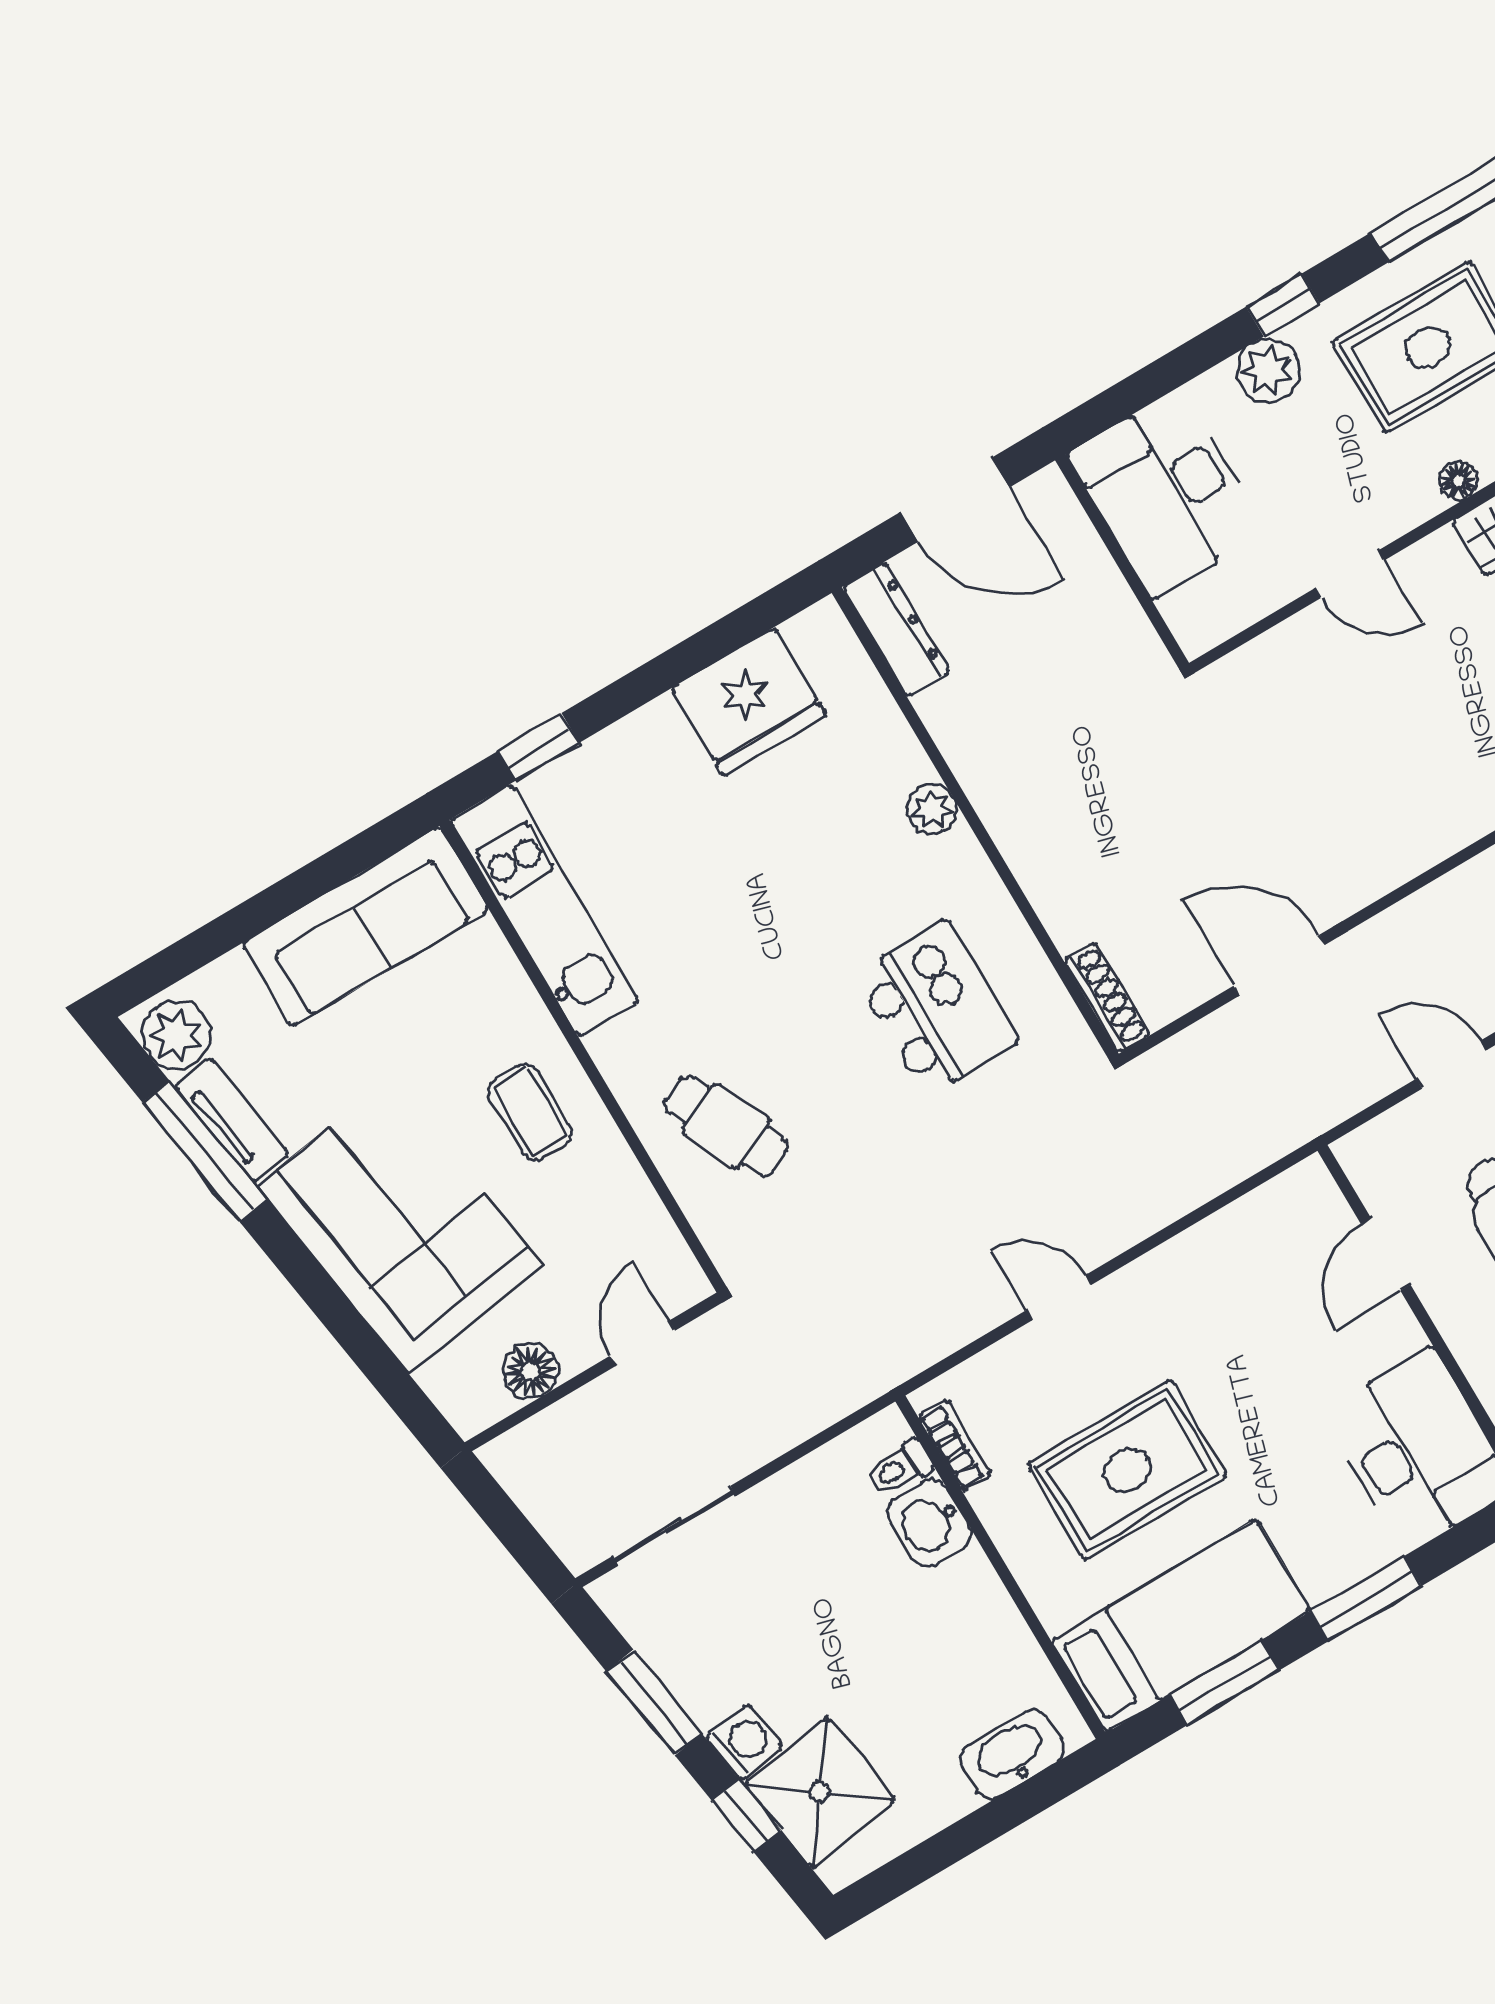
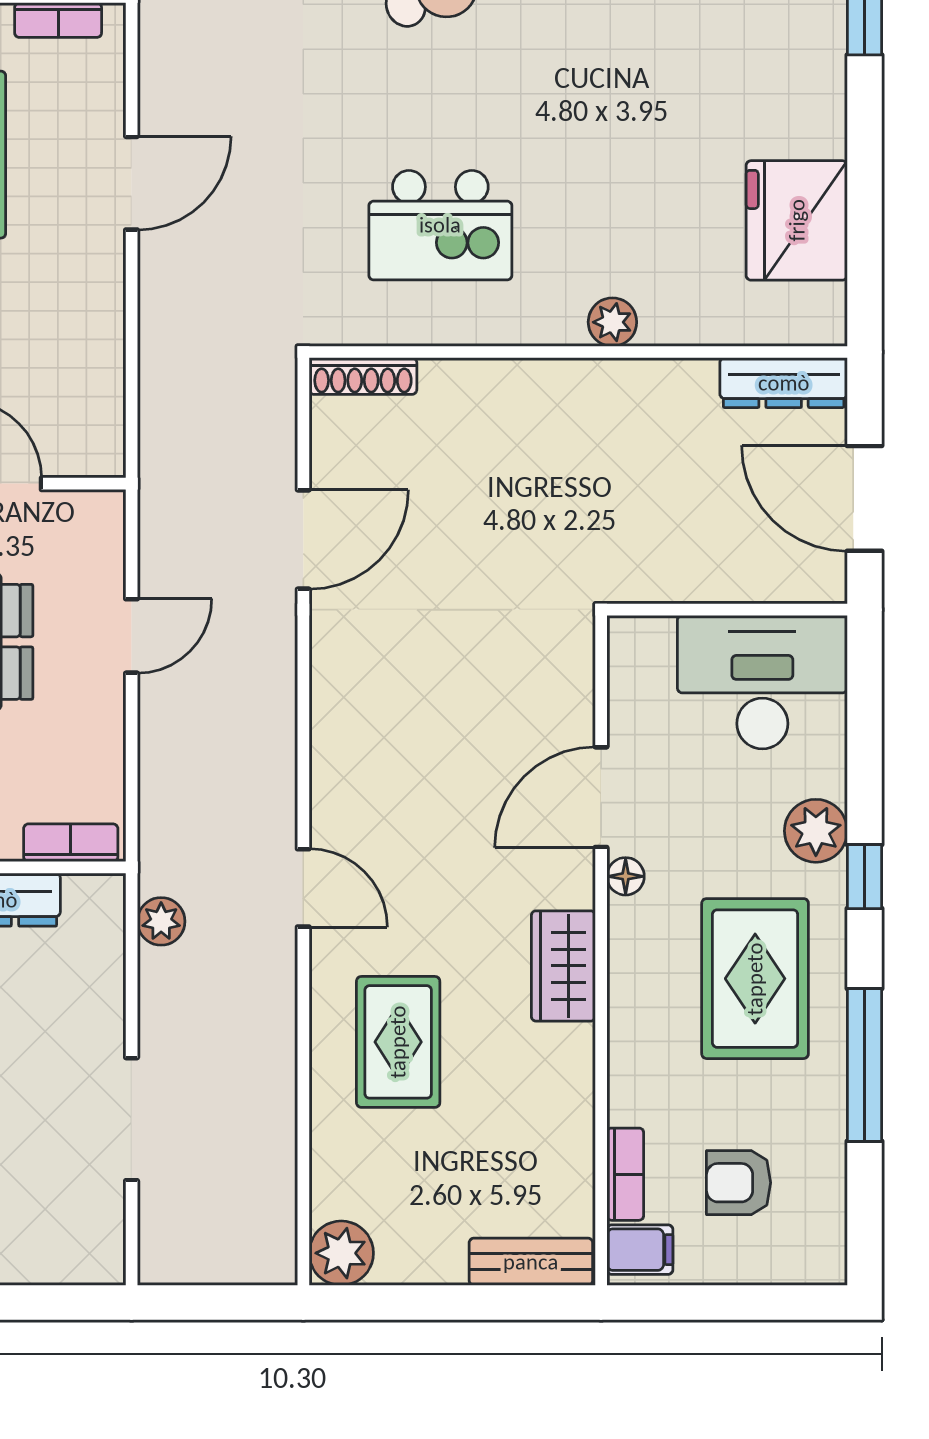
floor lamp: (1458, 481) -> (626, 876), moved
door: (955, 500) -> (864, 498), hinge flipped
door: (1350, 574) -> (601, 797), width x1.38
door: (1059, 1298) -> (132, 183), width x1.38

